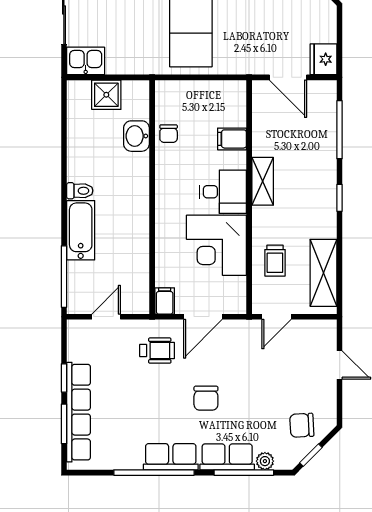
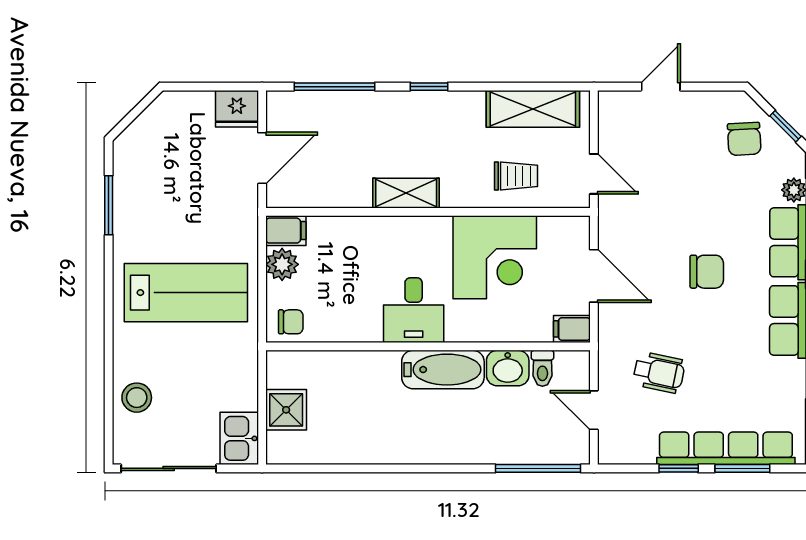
plant: (211, 92) -> (282, 264), added
chair: (169, 134) -> (291, 322), moved
washbasin: (136, 136) -> (508, 368), moved
filing cabinet: (232, 139) -> (286, 231), moved, turned -90
toilet: (80, 191) -> (542, 368), moved, turned 180
desk: (223, 192) -> (414, 310), moved, turned 180
bathtub: (81, 230) -> (443, 370), moved, turned 180
wheelchair: (157, 351) -> (659, 372), moved, turned 102

